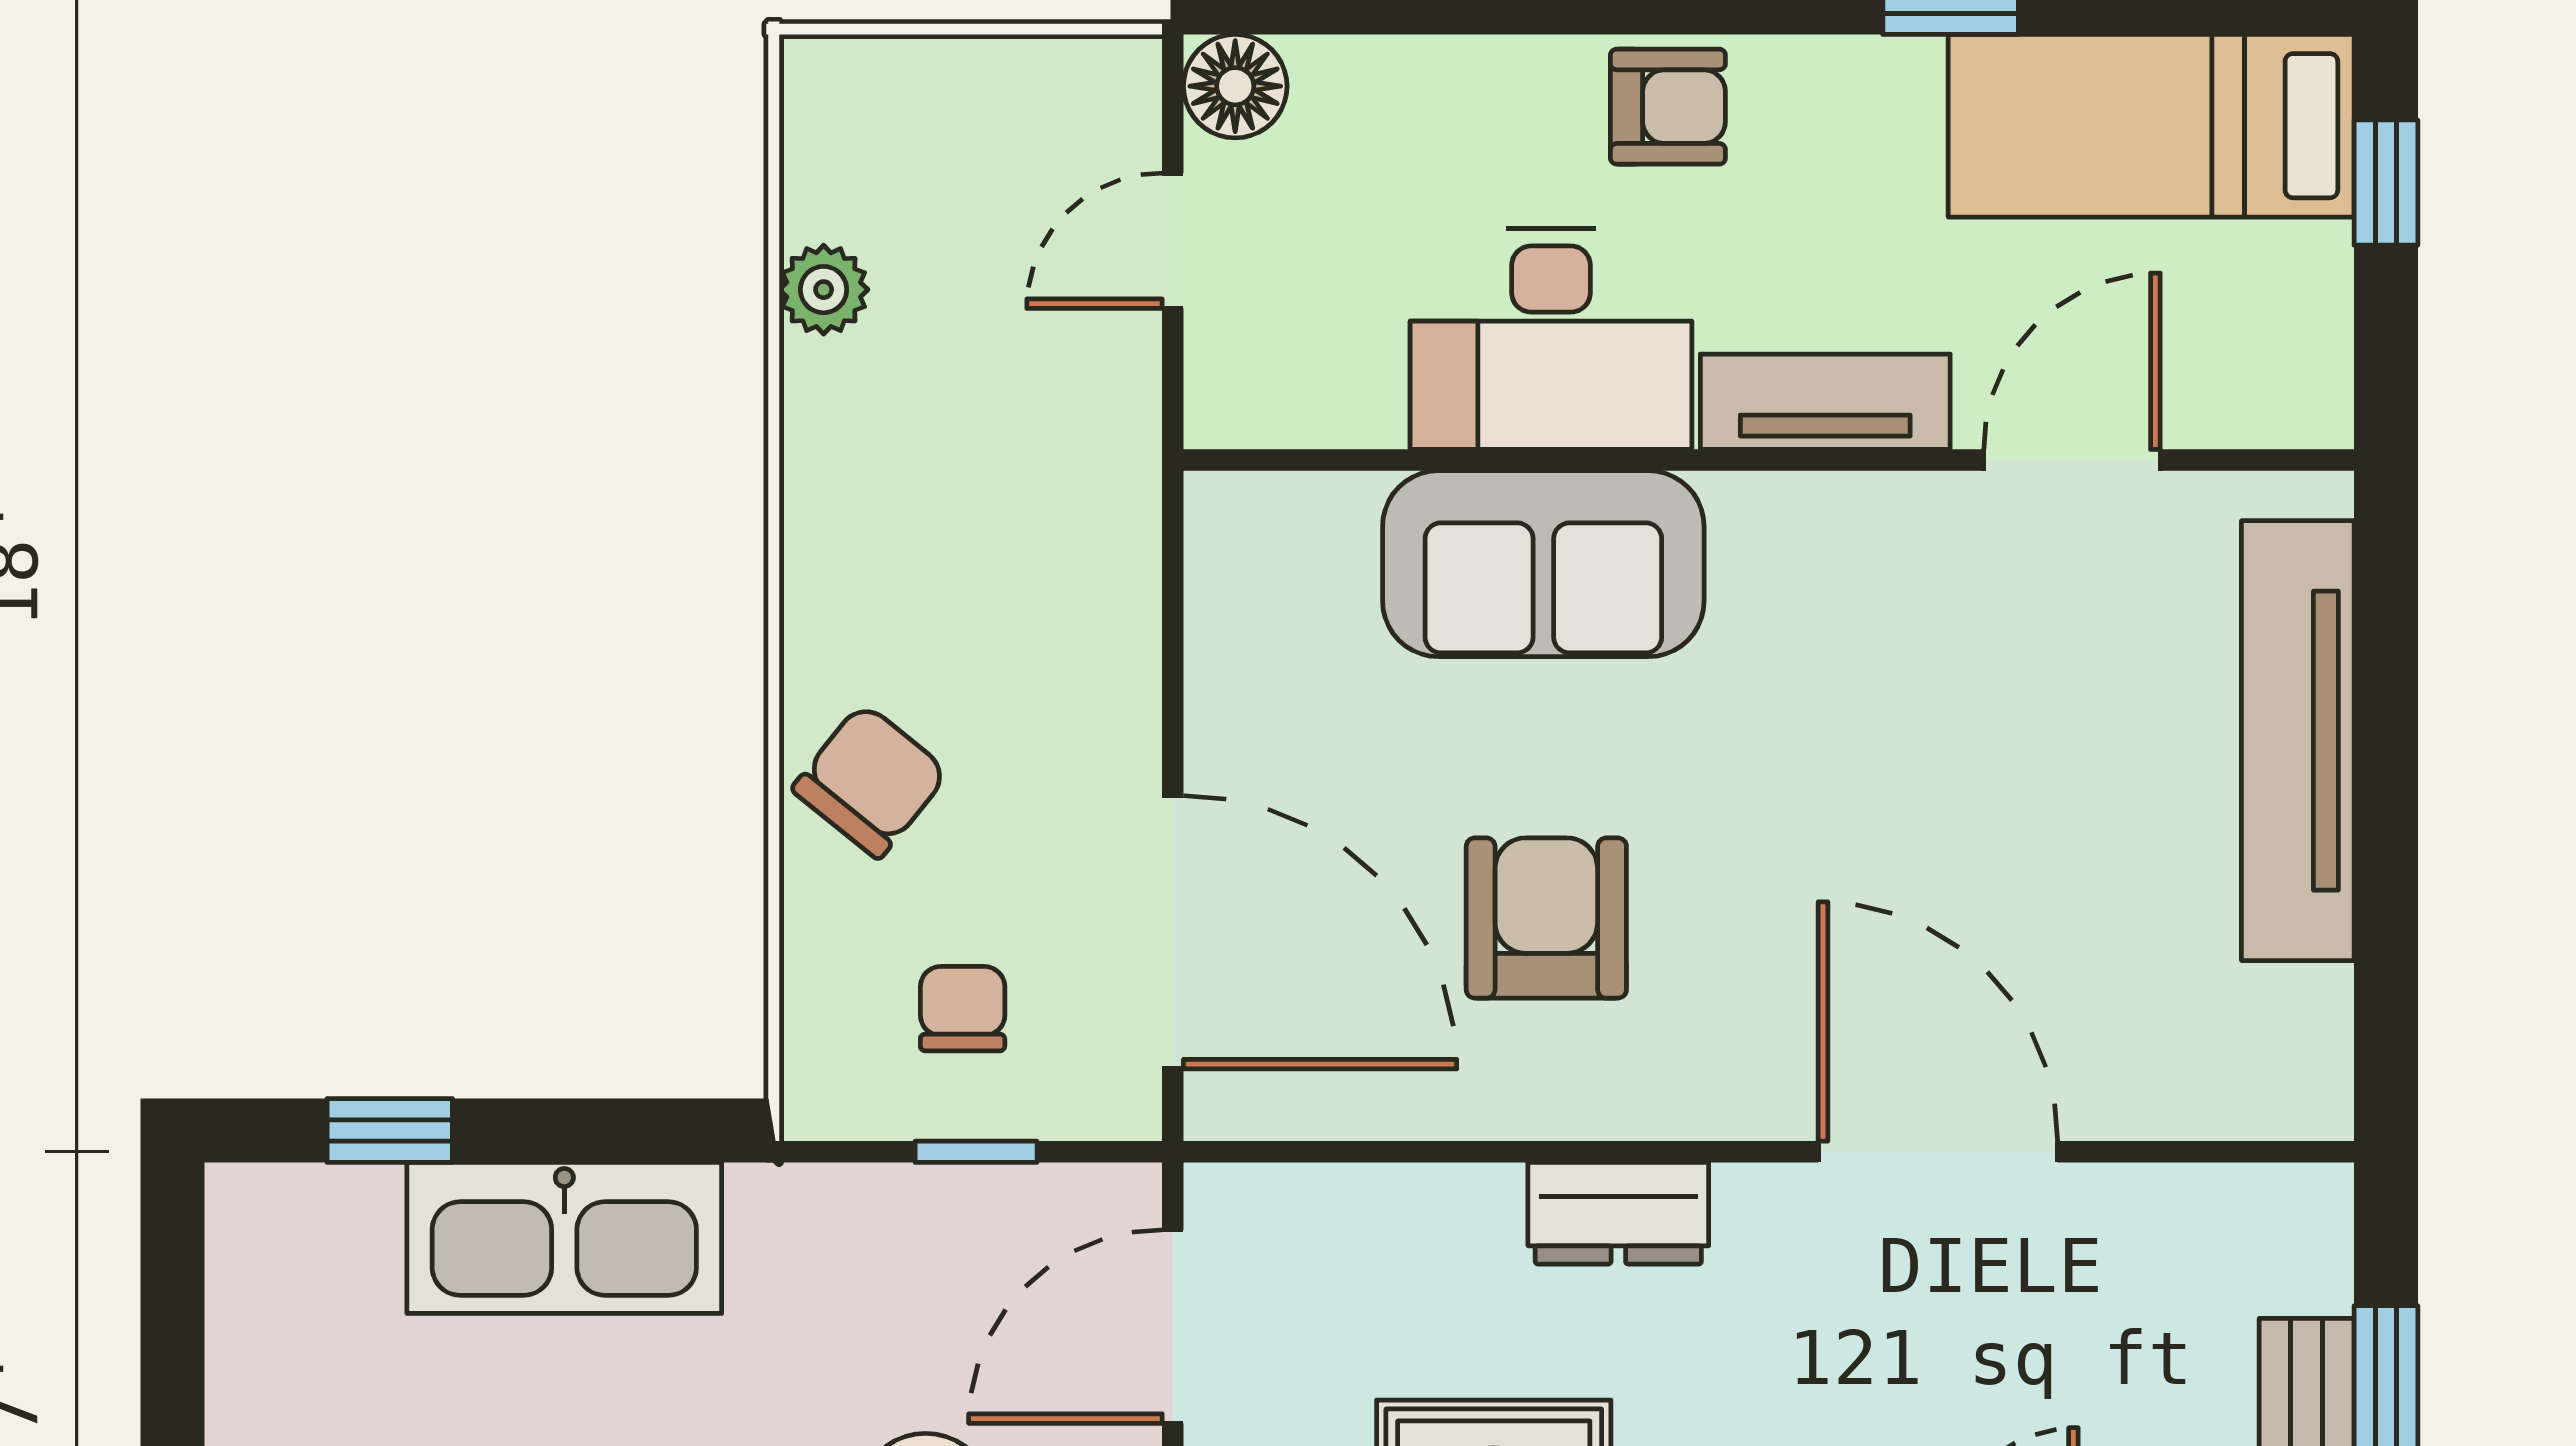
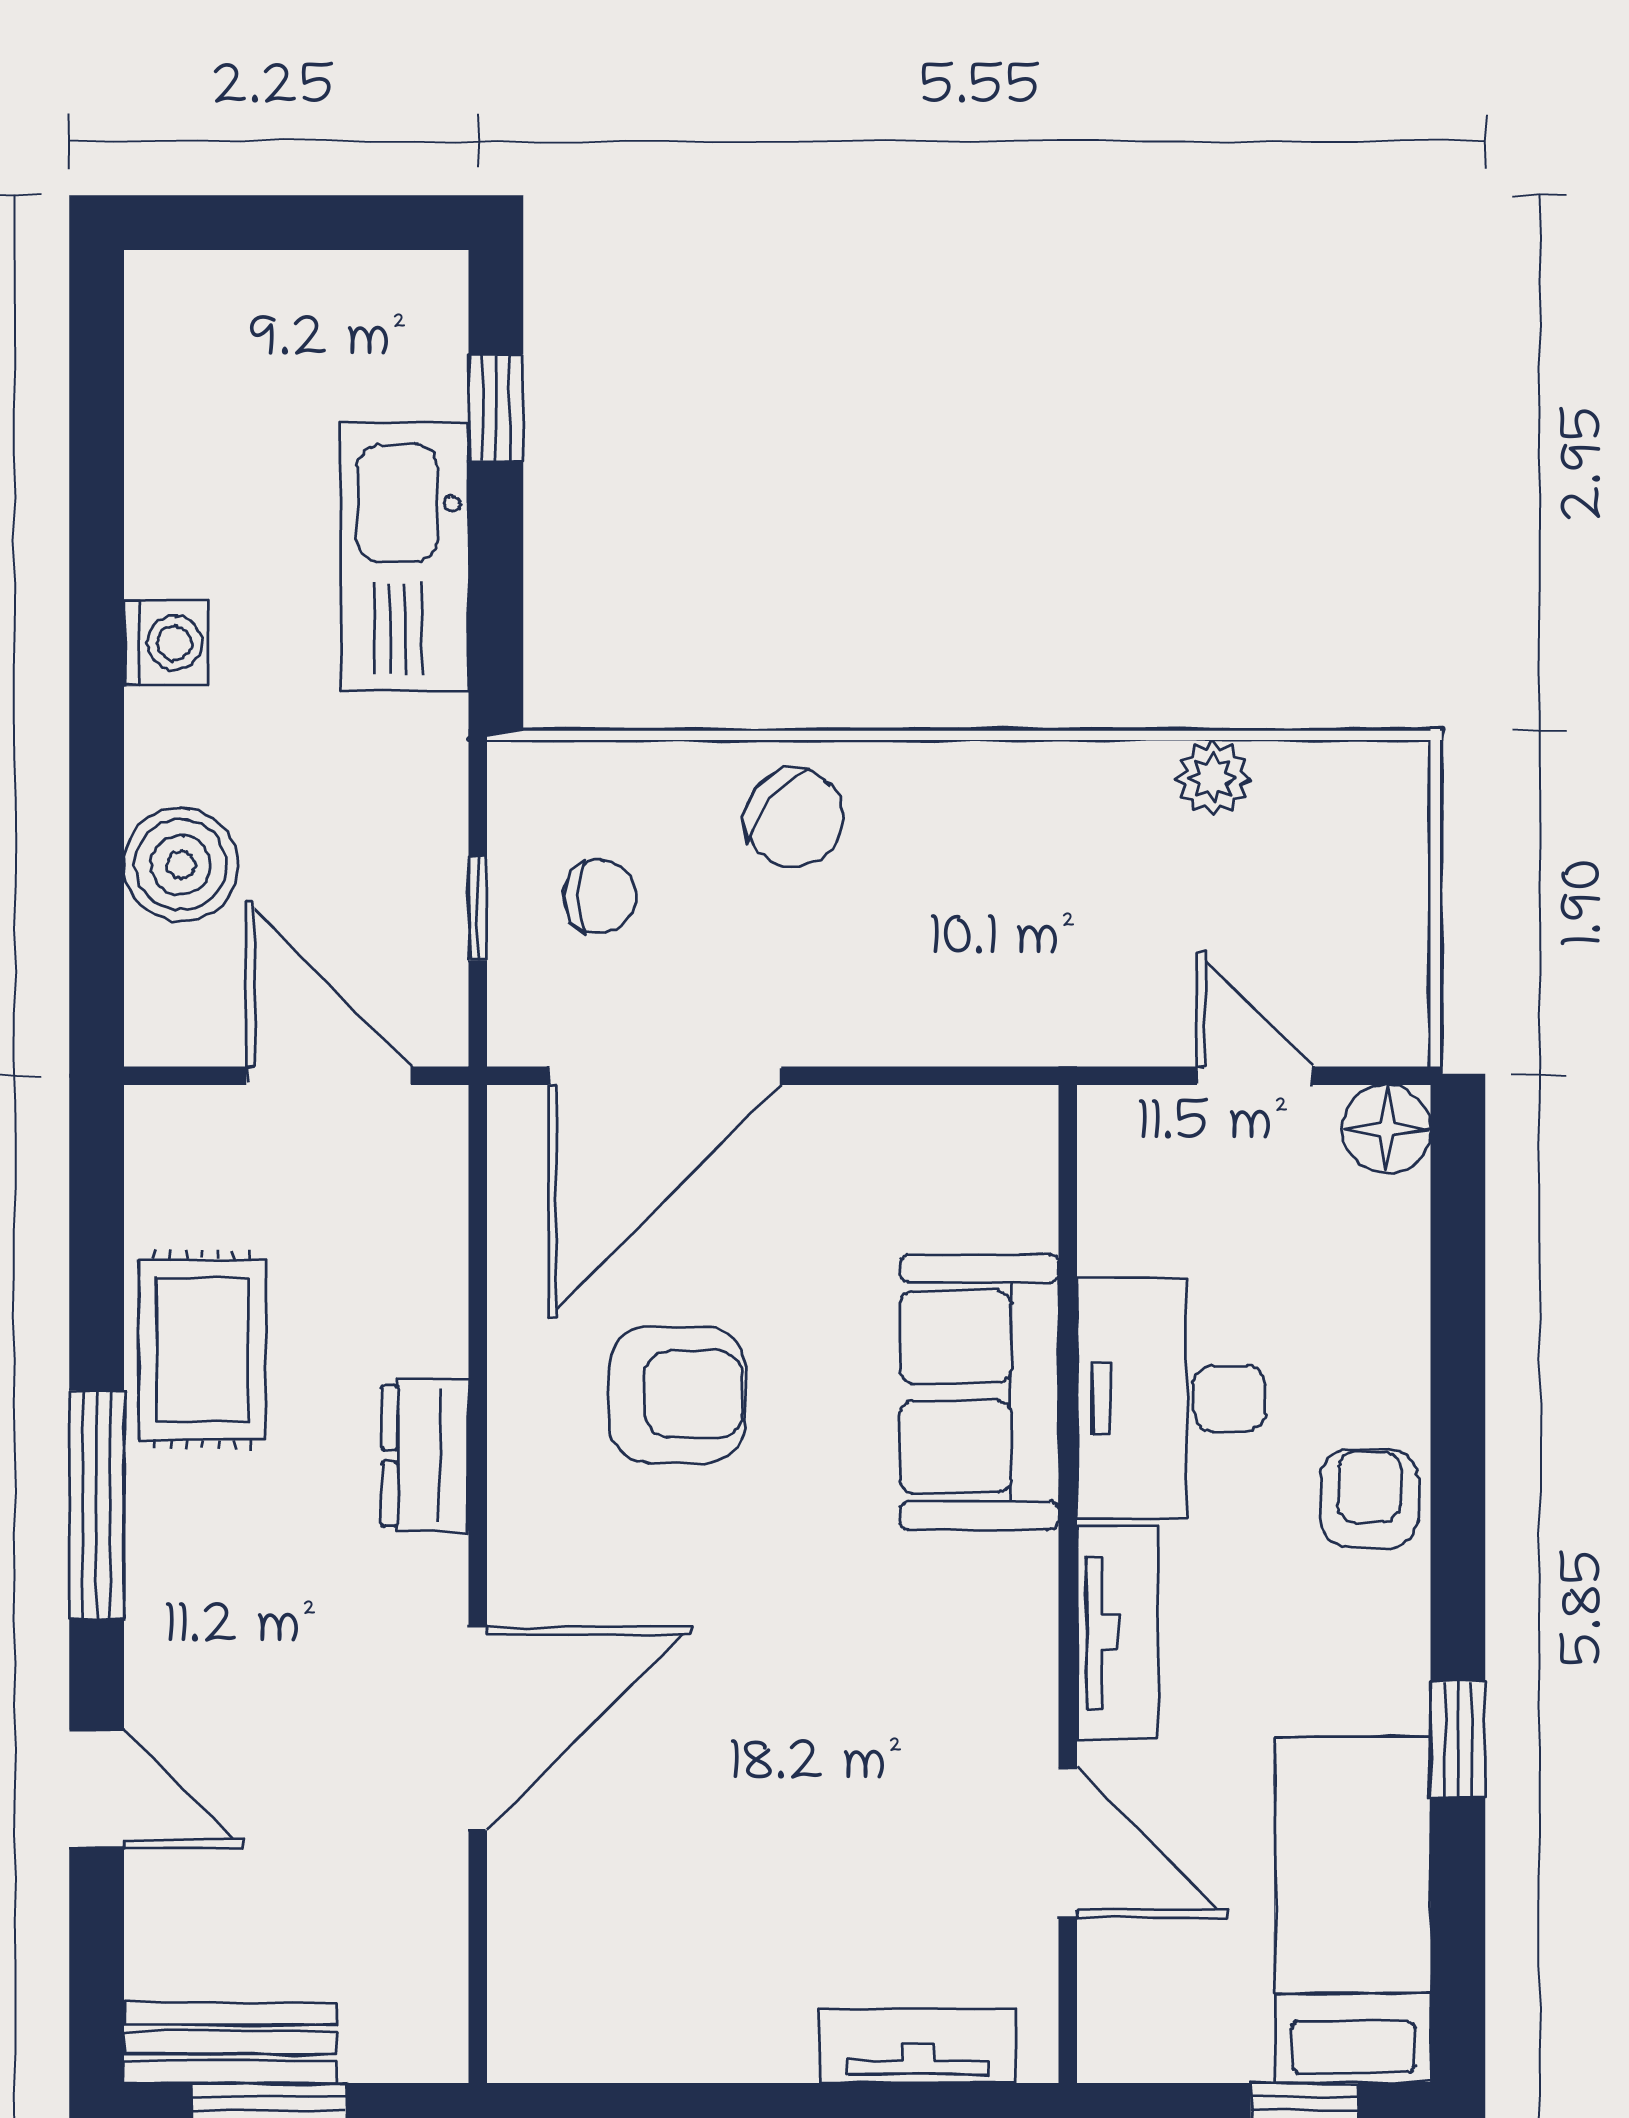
armchair: (1668, 107) -> (1369, 1498), turned 180
tv unit: (2298, 741) -> (918, 2046), width x0.52, depth x0.78

